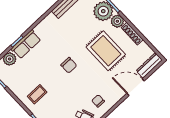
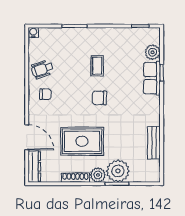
door: (136, 87) -> (27, 137), hinge flipped
coffee table: (37, 94) -> (97, 66), moved

